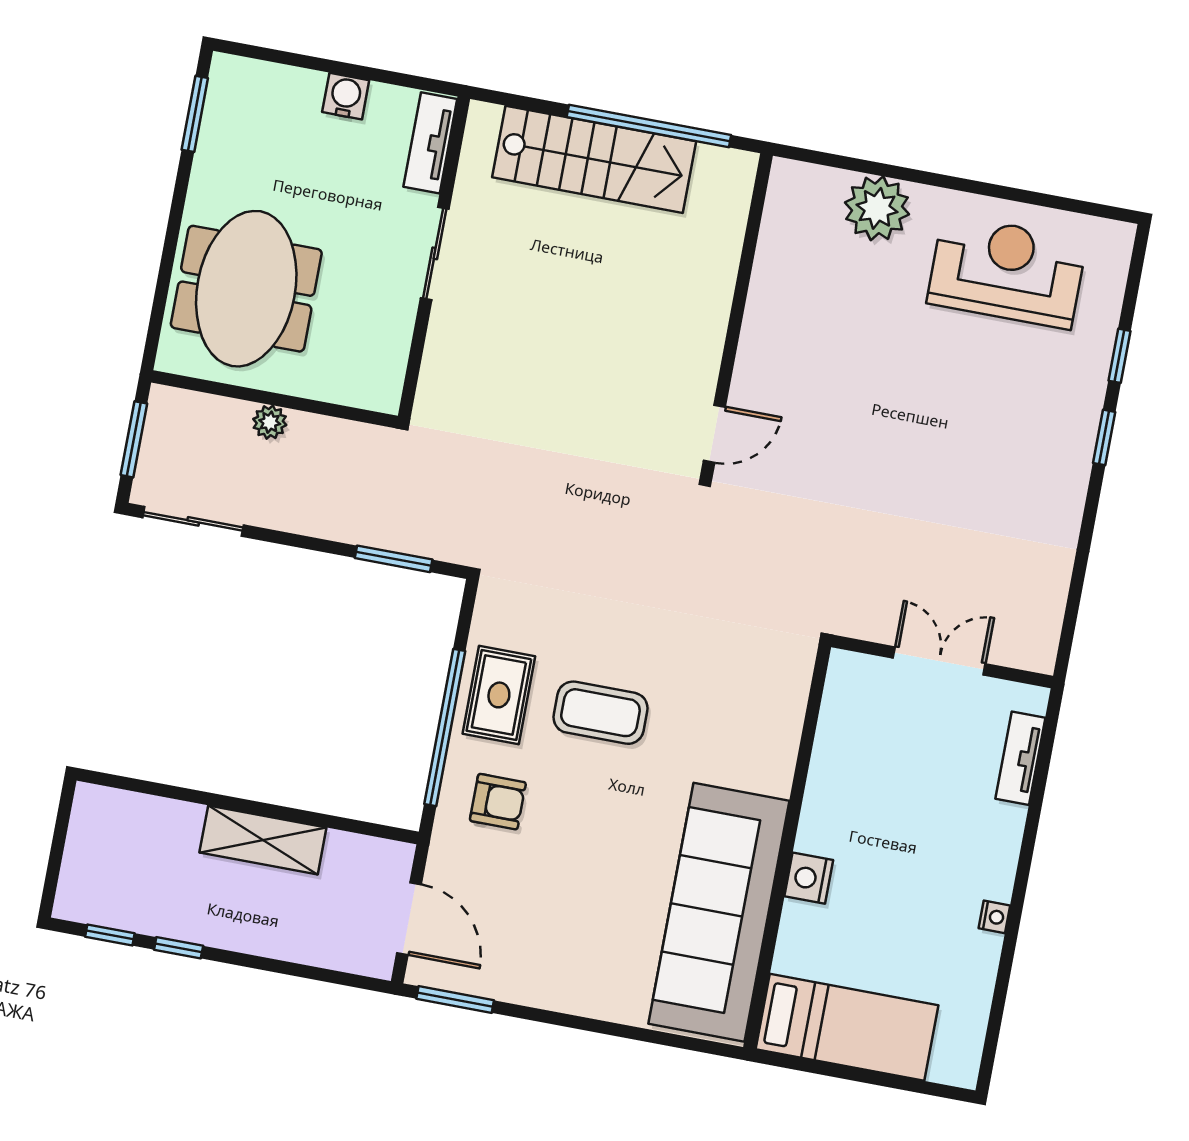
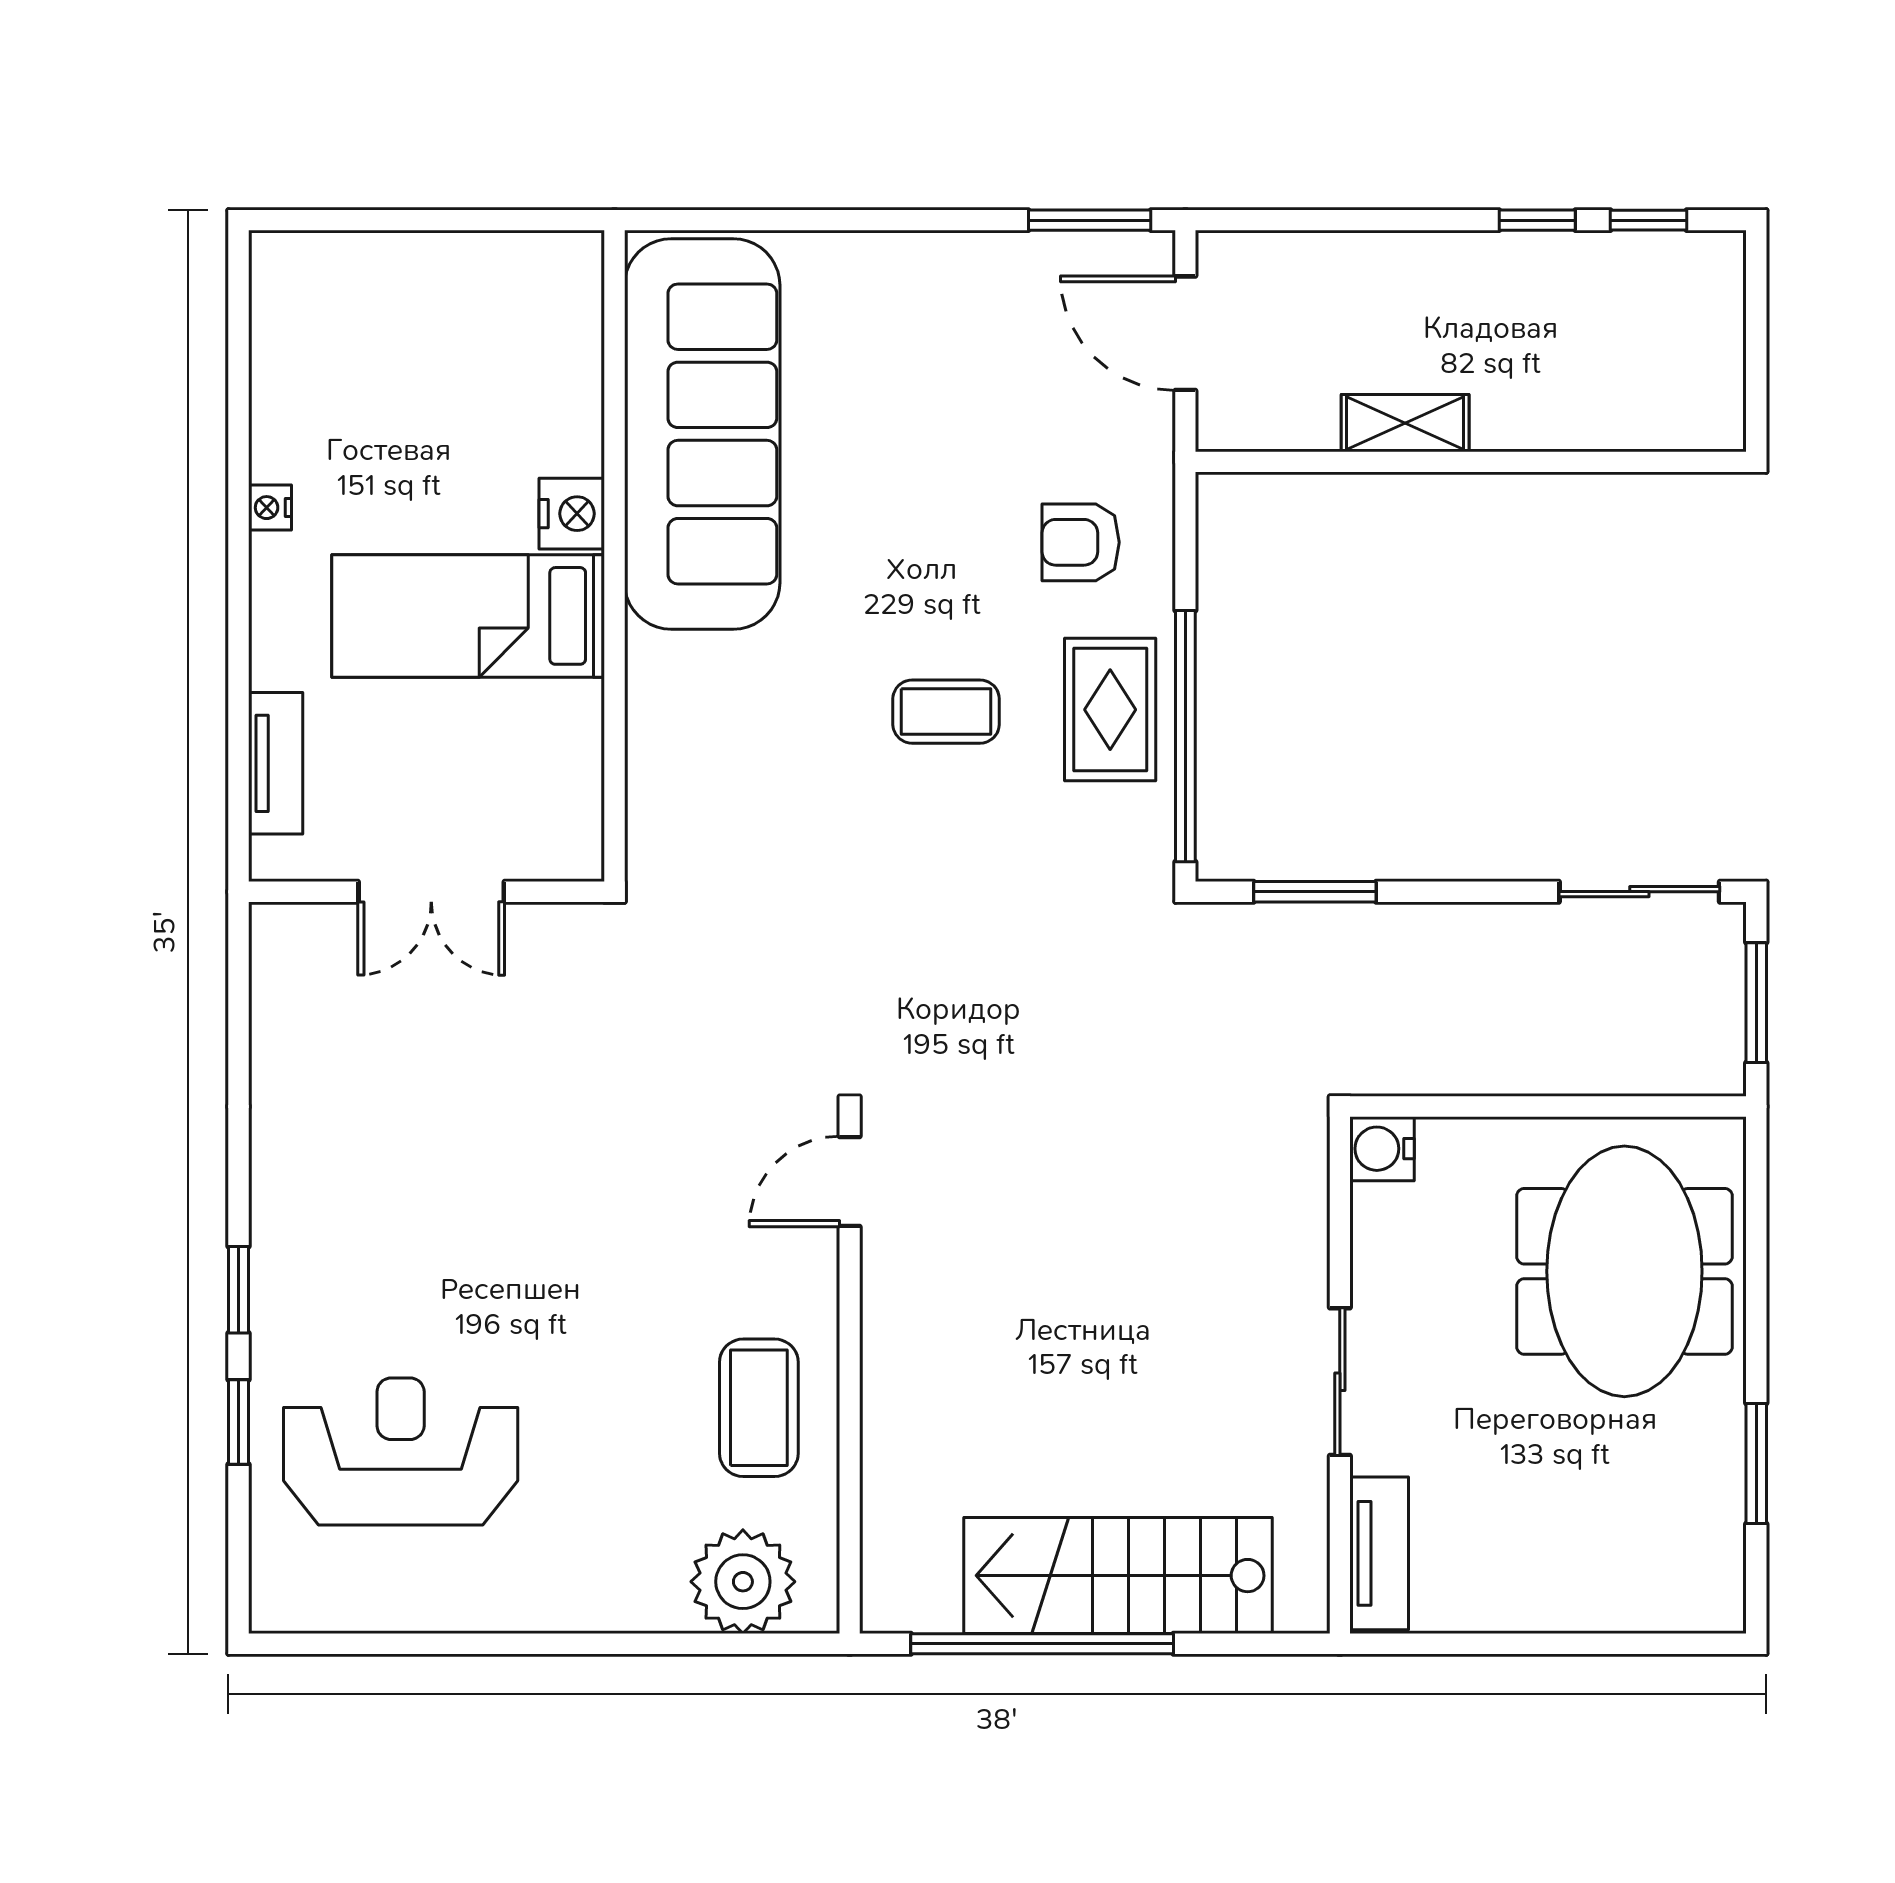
water cooler: (346, 96) -> (1382, 1149), moved, turned 90
window: (195, 114) -> (1756, 1464), moved
plant: (877, 208) -> (743, 1582), moved
reception desk: (1007, 271) -> (401, 1451), moved, turned 180
coffee table: (797, 304) -> (759, 1408), added
plant: (270, 422) -> (1549, 1069), removed
coffee table: (600, 713) -> (946, 712), width x0.73, depth x0.77
window: (445, 727) -> (1185, 736), moved
shelving: (263, 840) -> (1405, 423), width x0.67, depth x0.75
bed: (847, 1027) -> (468, 616), moved

